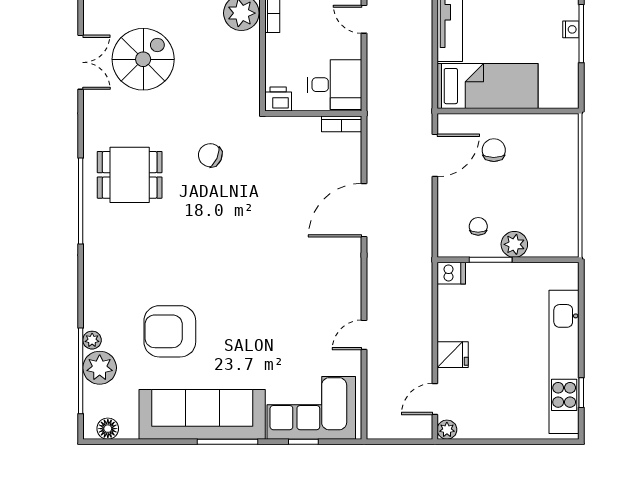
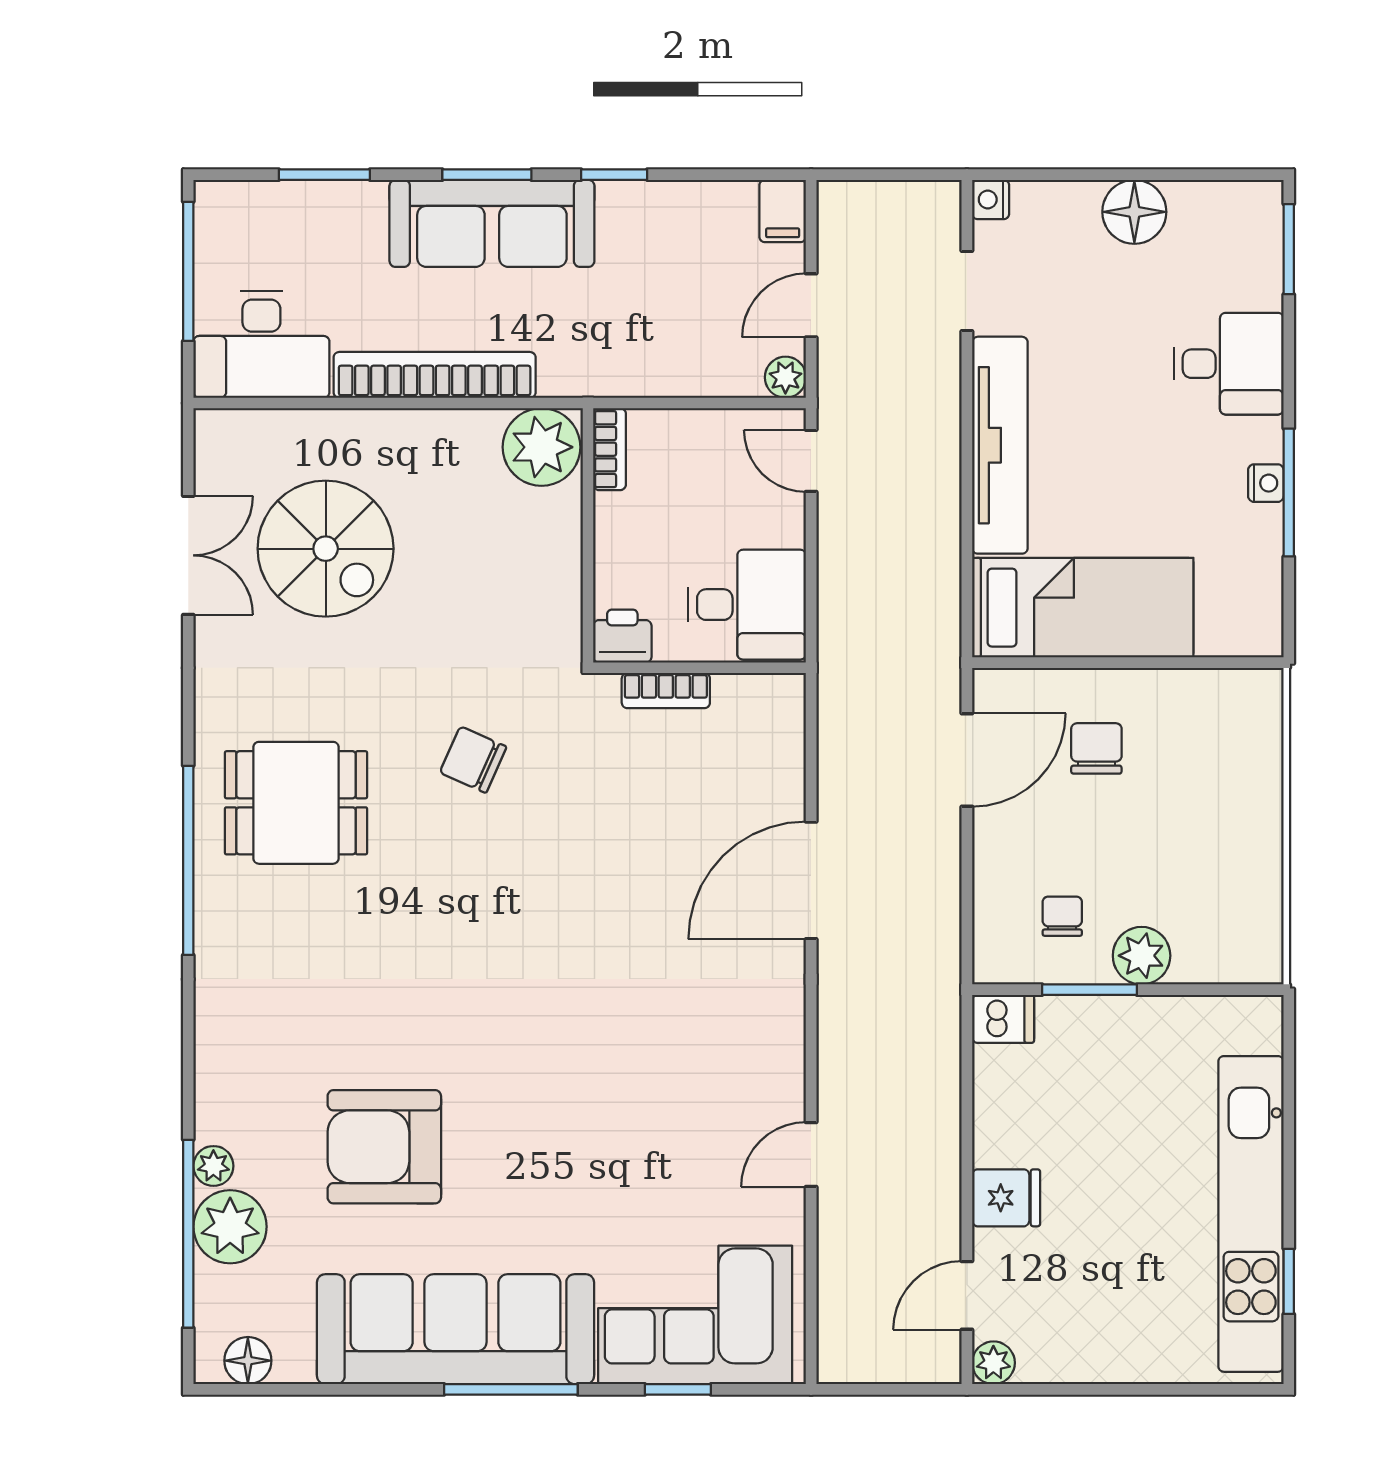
spiral stairs: (143, 59) -> (326, 549), turned 90
bookcase: (342, 124) -> (666, 691), moved

